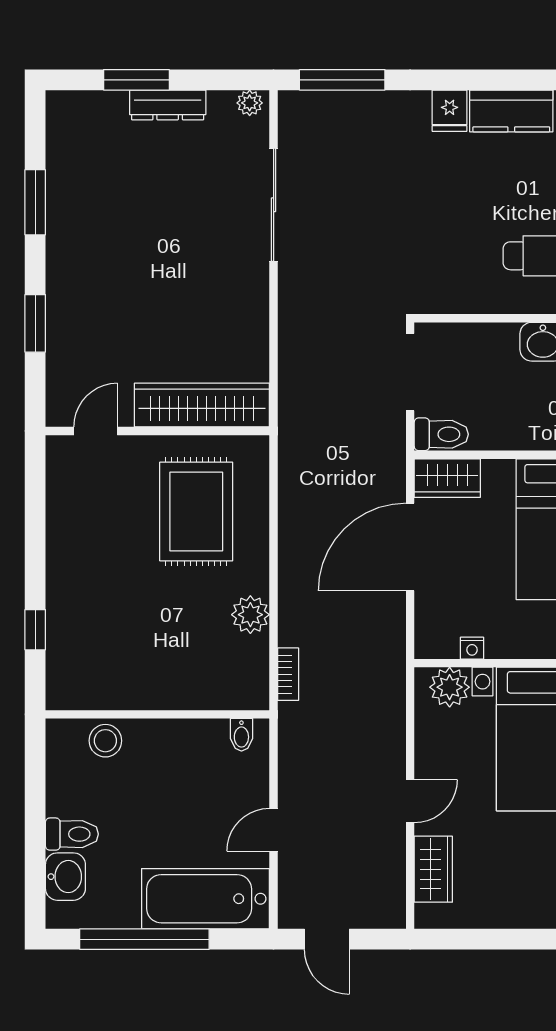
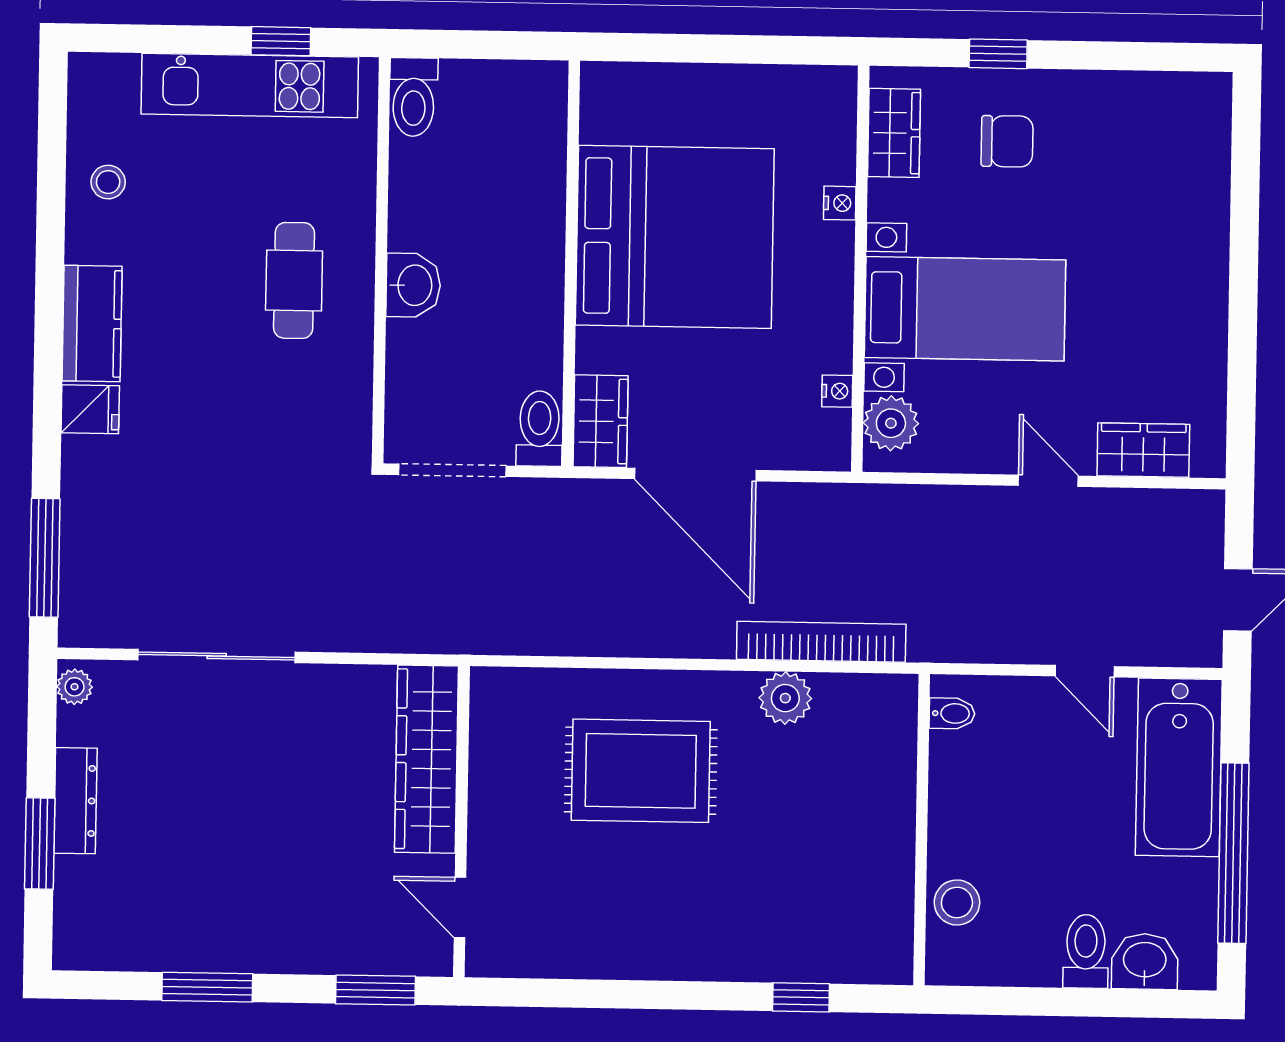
wardrobe: (202, 405) -> (427, 759), moved
door: (96, 431) -> (460, 907), moved
wall: (157, 431) -> (461, 822), moved
bookcase: (288, 674) -> (821, 642), width x2.31, depth x1.31

